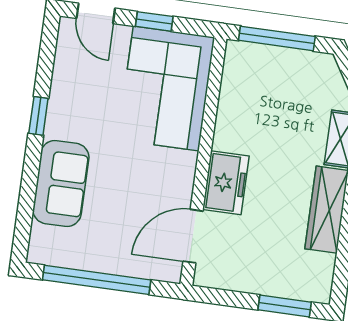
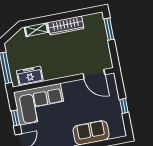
freezer: (226, 183) -> (30, 76), moved
window: (97, 280) -> (124, 106), width x0.32

